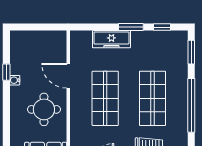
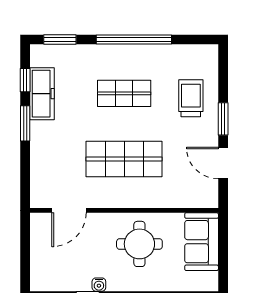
freezer: (111, 39) -> (42, 94), moved
door: (68, 76) -> (69, 210), moved
shop shelf: (152, 98) -> (124, 93), width x0.70, depth x0.74

